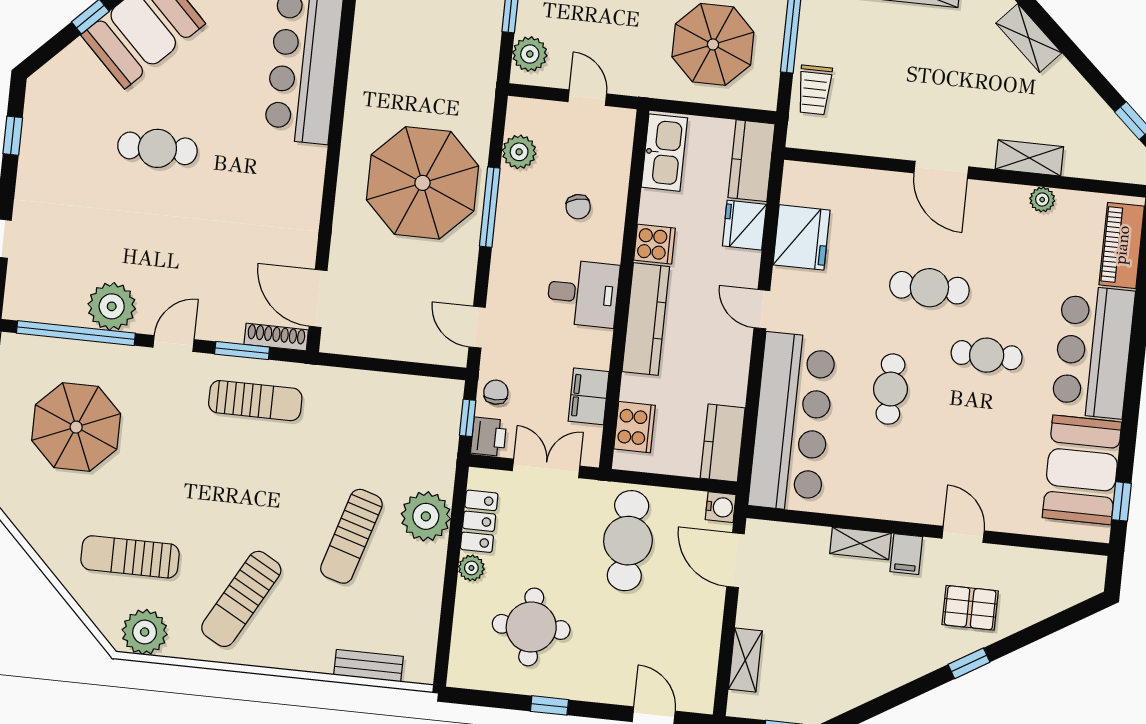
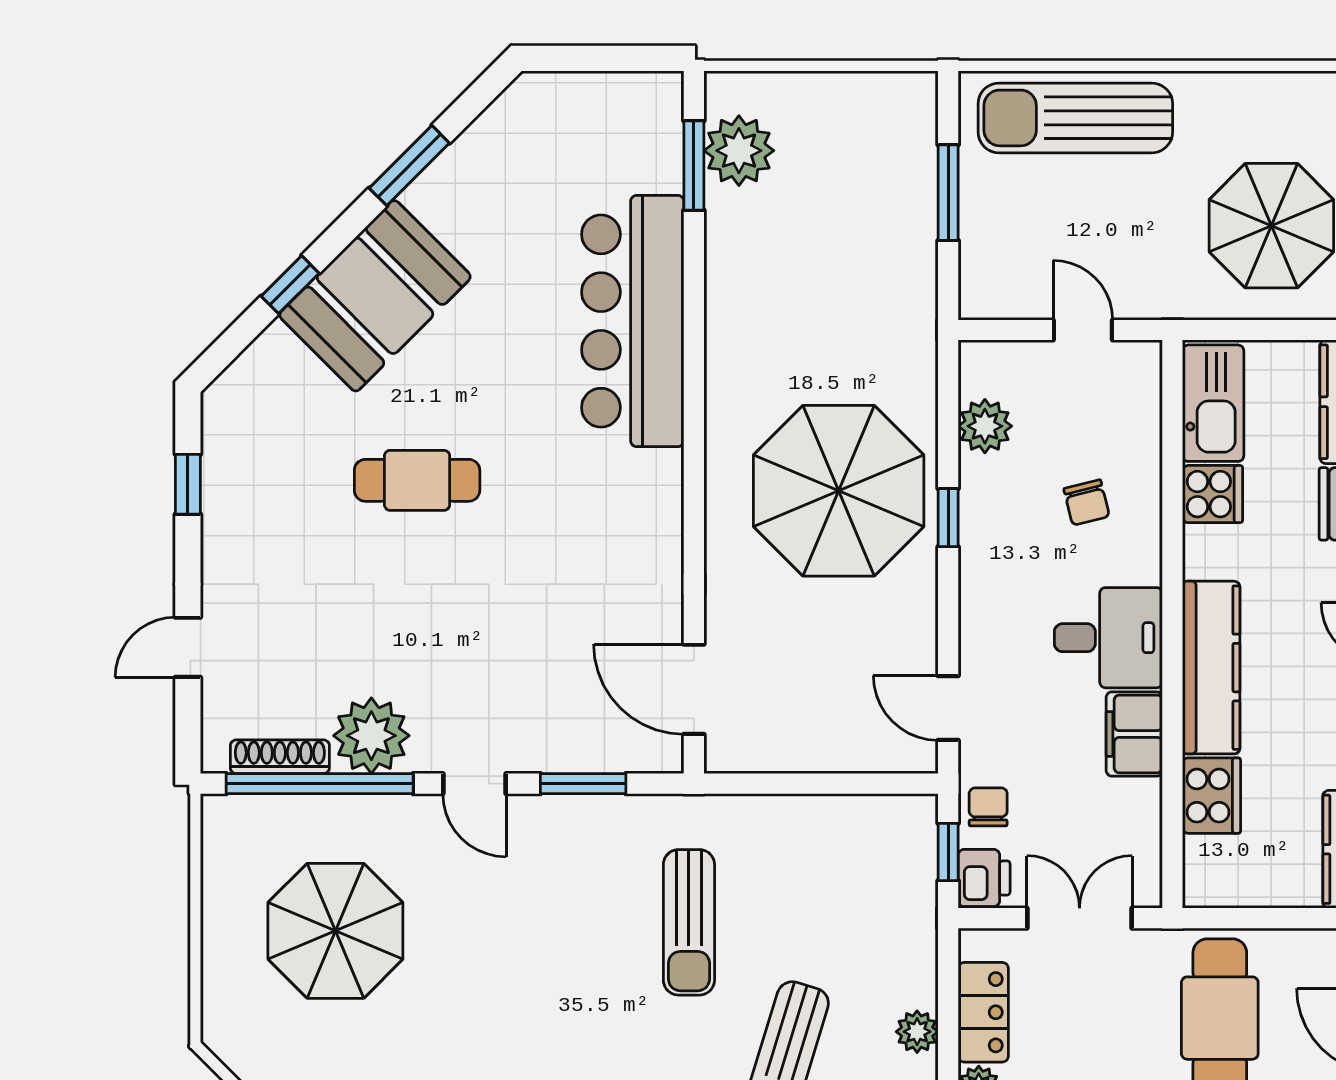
plant: (530, 54) -> (986, 271), removed
window: (490, 207) -> (948, 518), width x0.46
cooker: (654, 244) -> (1213, 494), moved
shoe rack: (276, 337) -> (280, 757), moved
door: (174, 343) -> (474, 784), swing flipped
filing cabinet: (589, 396) -> (1134, 734), moved
sun lounger: (255, 401) -> (689, 922), moved, turned 90
cooker: (635, 427) -> (1211, 796), moved
plant: (426, 516) -> (917, 1032), width x0.53, depth x0.53

